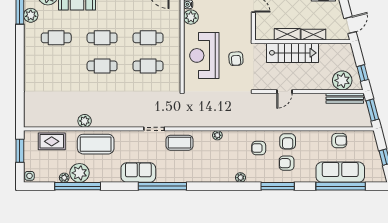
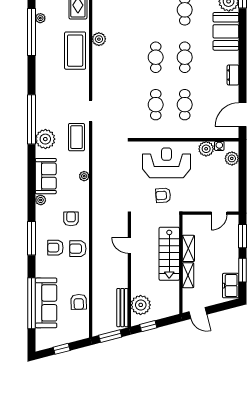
armchair: (287, 163) -> (55, 248), turned -90
plant: (79, 173) -> (45, 139), moved
sofa: (138, 173) -> (46, 176), moved

